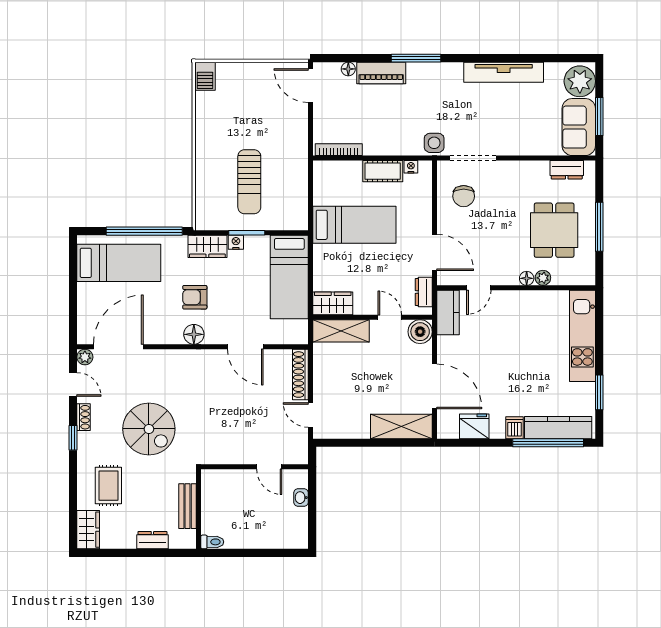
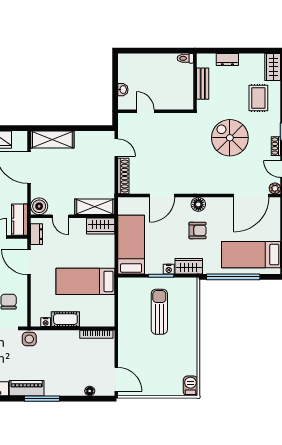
piano: (381, 73) -> (27, 388), moved
door: (245, 347) -> (162, 196), swing flipped

